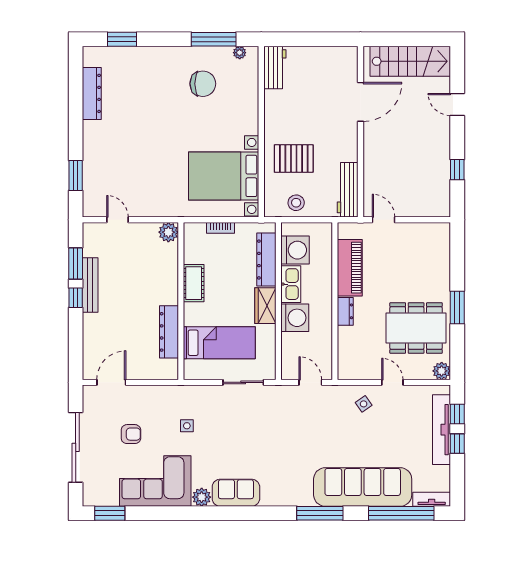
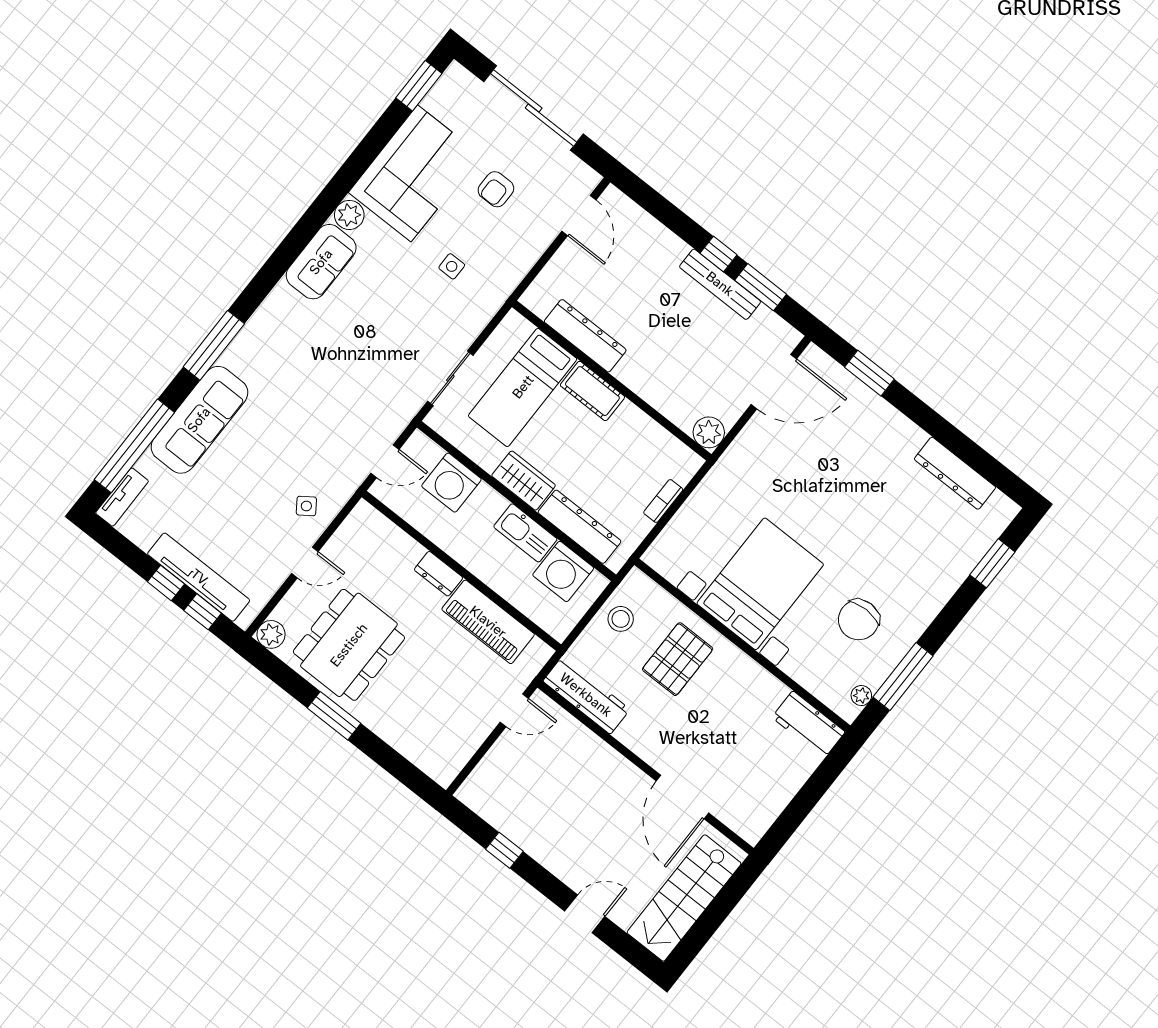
bed with nightstands: (224, 176) -> (760, 584), moved
door: (117, 220) -> (774, 382), width x1.87
cot: (194, 283) -> (592, 391), moved
washing machine: (295, 318) -> (451, 483), moved
sofa: (363, 487) -> (199, 420), width x0.74, depth x0.79

